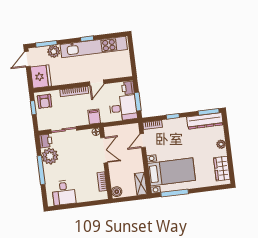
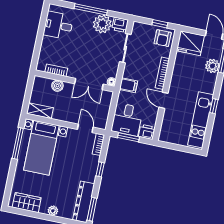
kitchen unit: (94, 47) -> (201, 120), width x0.73
armchair: (45, 101) -> (163, 38), turned -90
boiler: (117, 192) -> (57, 86), moved

